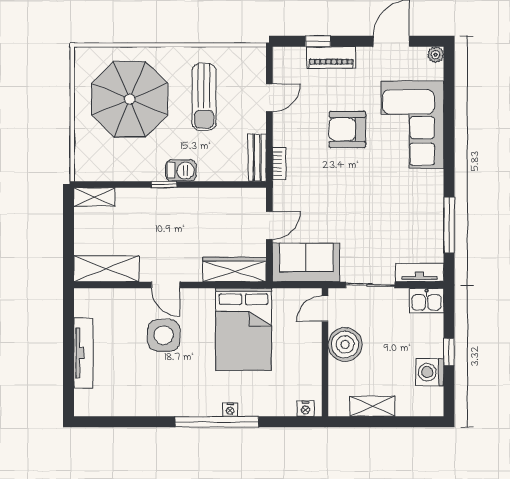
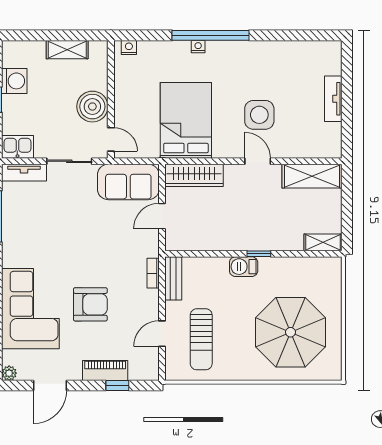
sun lounger: (204, 97) -> (201, 339), moved, turned 180
door: (325, 309) -> (111, 139), hinge flipped
tv unit: (83, 353) -> (333, 99), width x0.71

